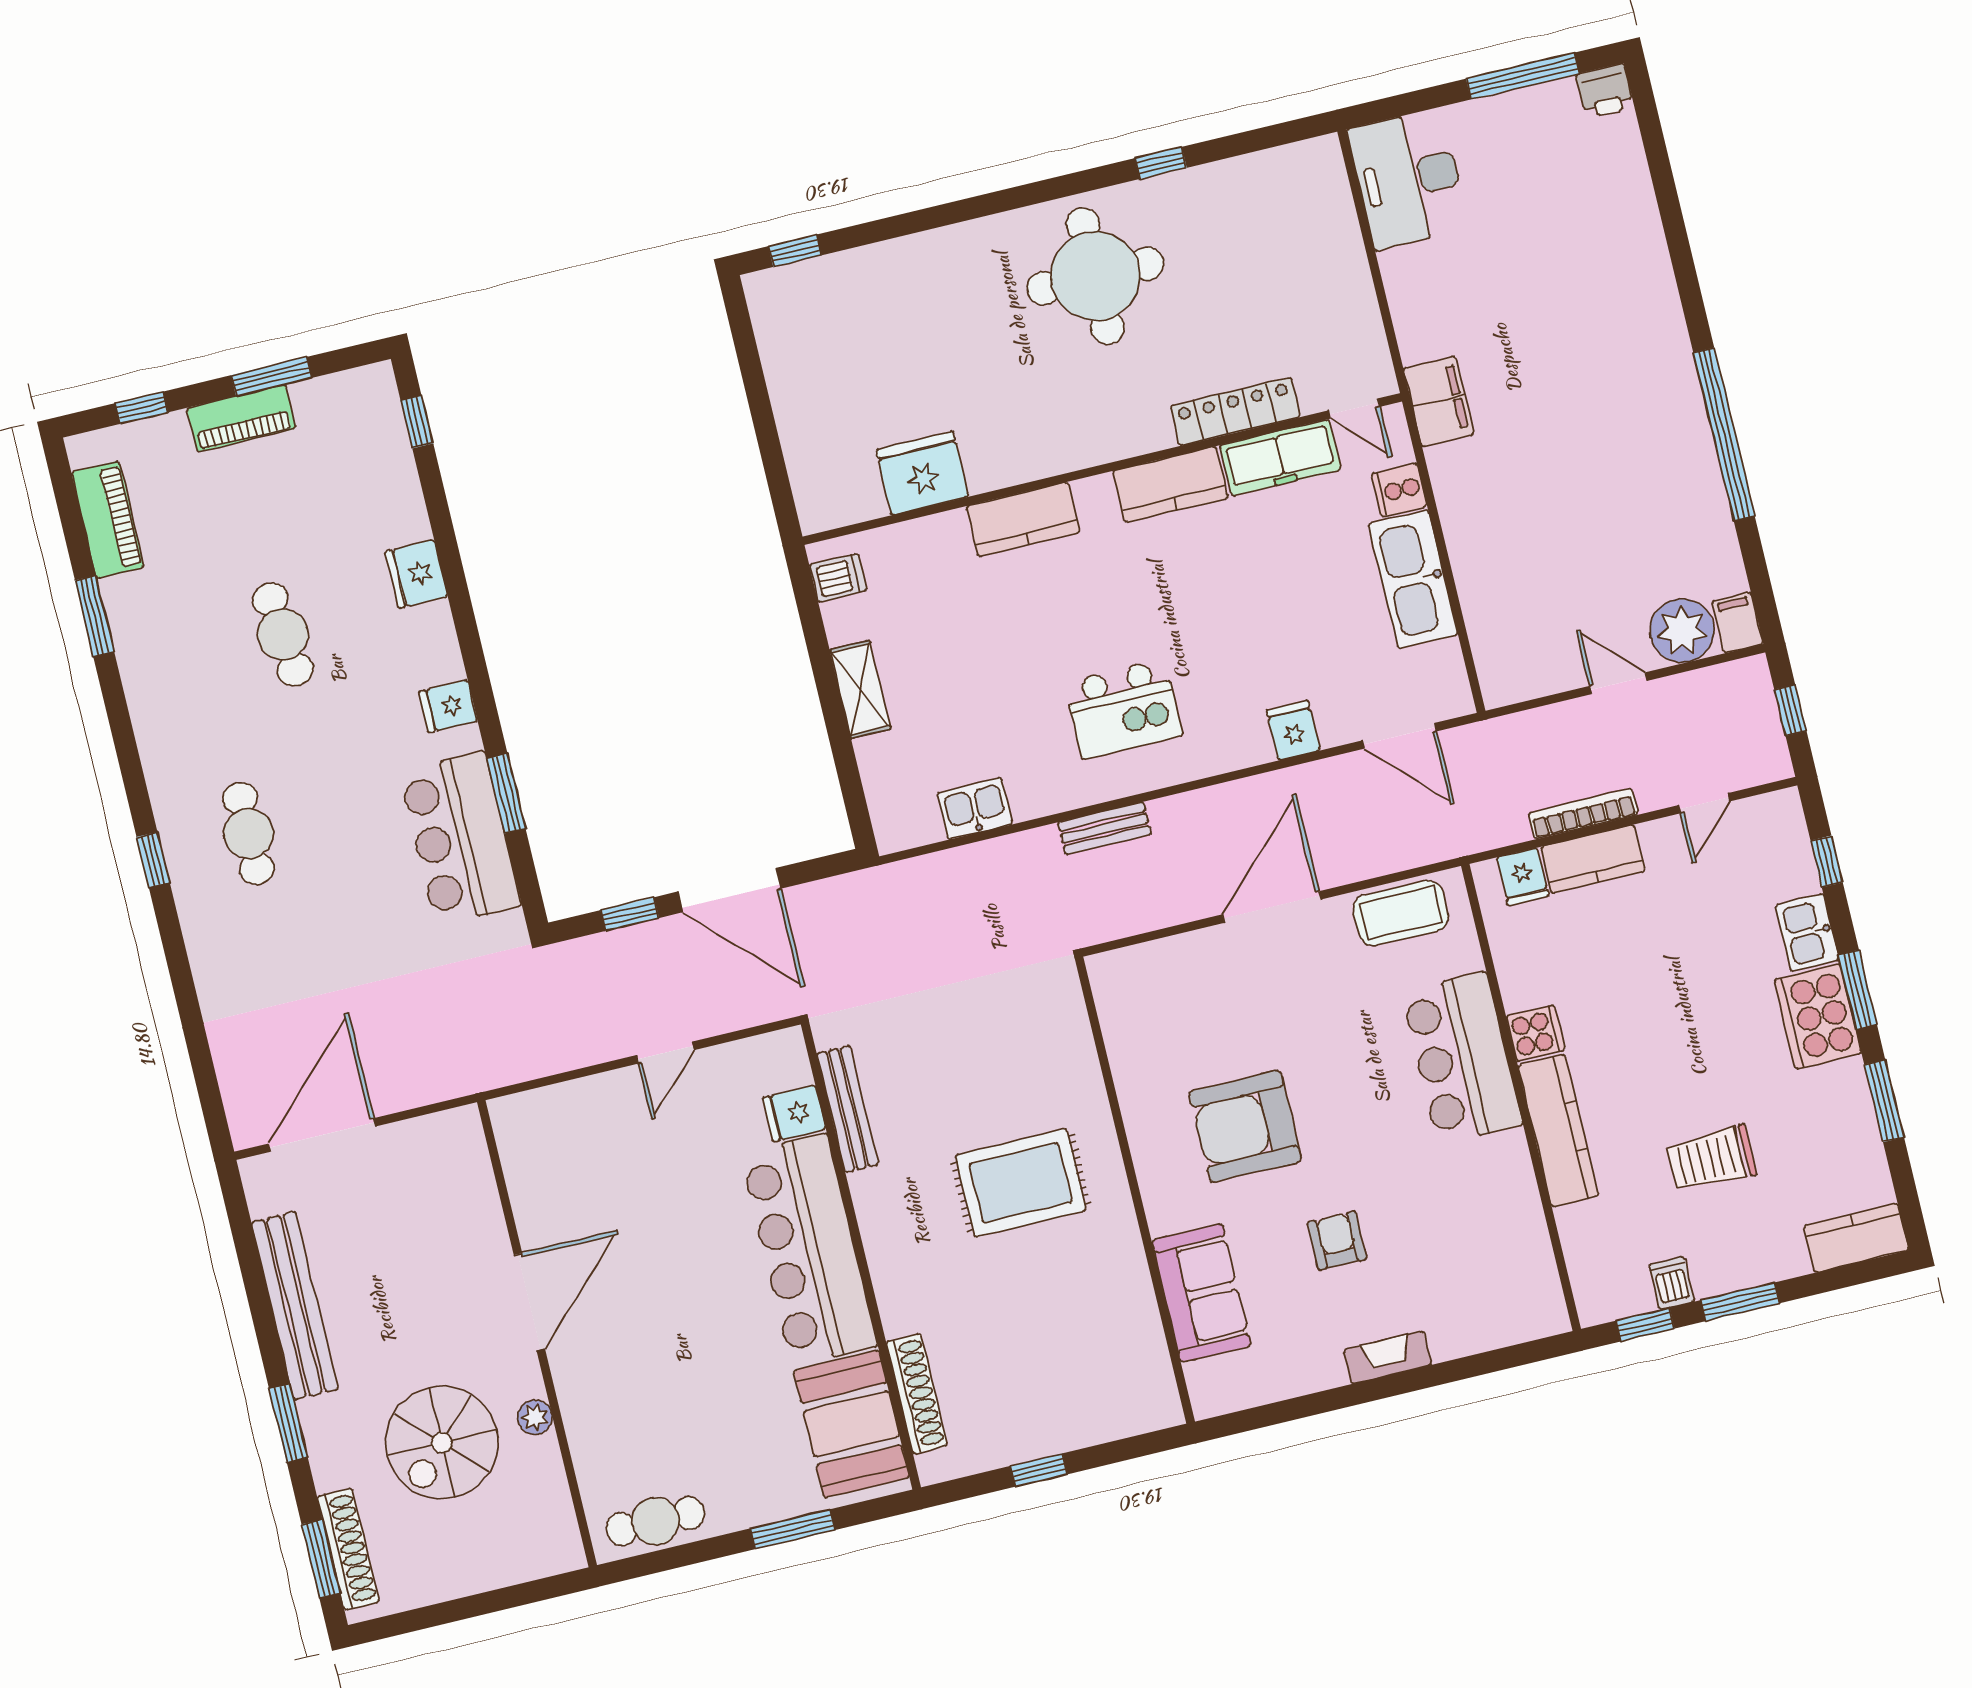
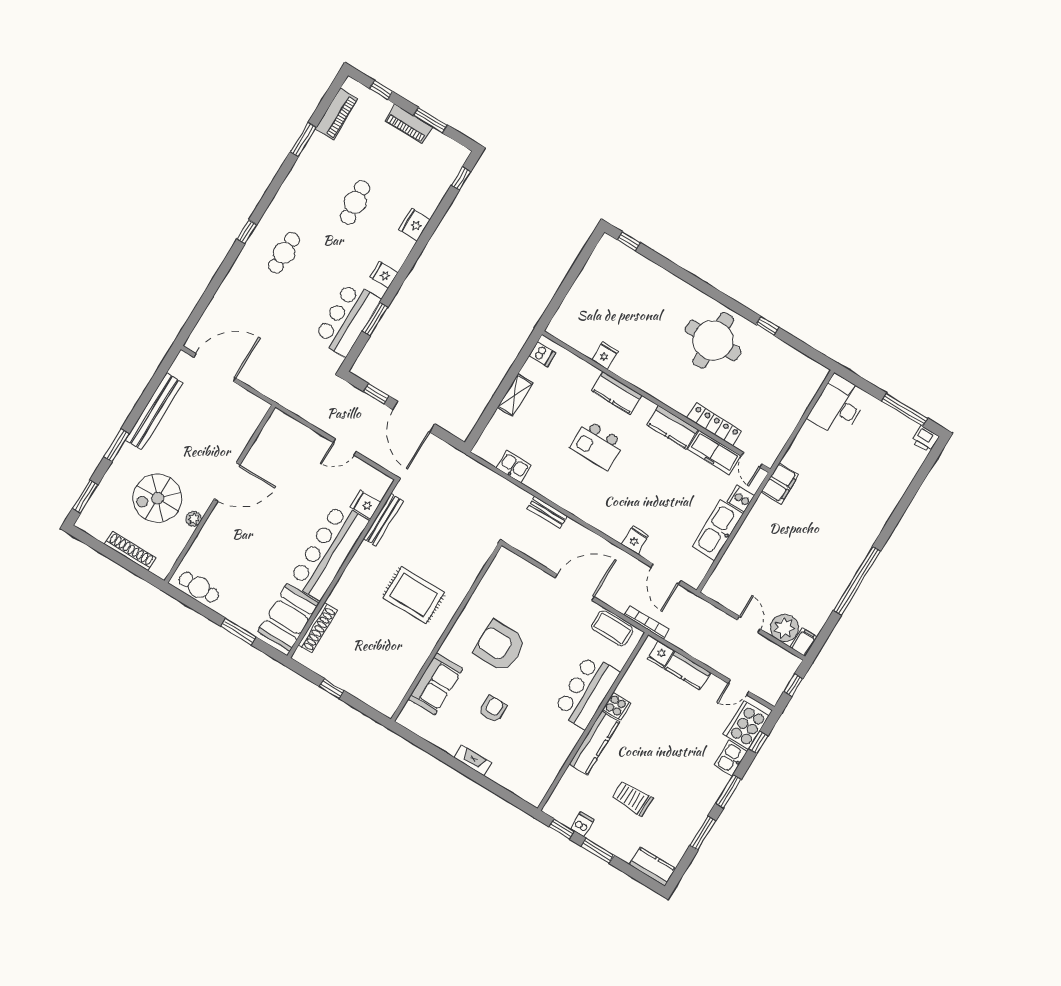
fridge: (922, 473) -> (605, 355), width x0.53, depth x0.75
kitchen island: (1123, 709) -> (597, 445), moved
bookcase: (1583, 814) -> (646, 622), moved
cooker: (1818, 1016) -> (746, 725), moved
shoe rack: (348, 1549) -> (130, 551), moved, turned -90

